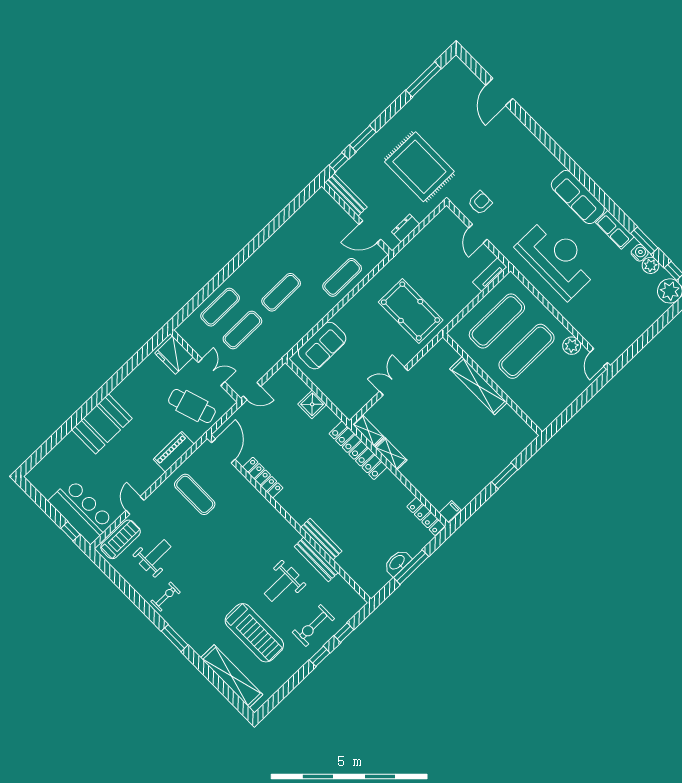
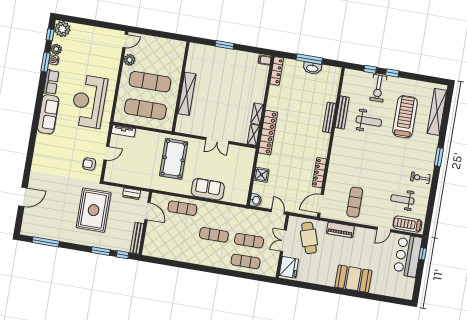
sofa: (322, 346) -> (208, 189), moved
washbasin: (286, 375) -> (256, 200), added
exercise bike: (313, 626) -> (378, 88), turned 90

